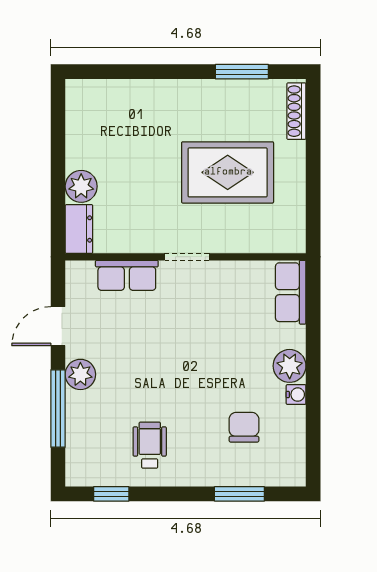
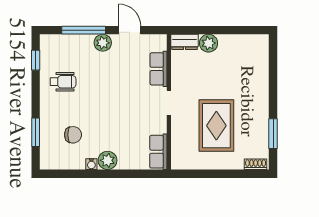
shoe rack: (296, 111) -> (256, 164), width x0.70
row of seats: (291, 292) -> (158, 152), moved, turned -90

